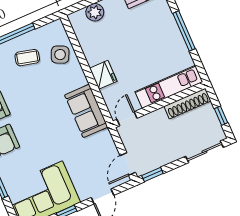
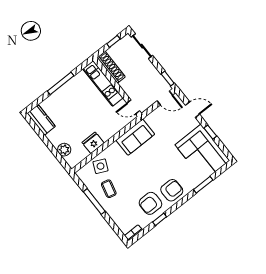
fridge: (103, 75) -> (93, 143), moved

